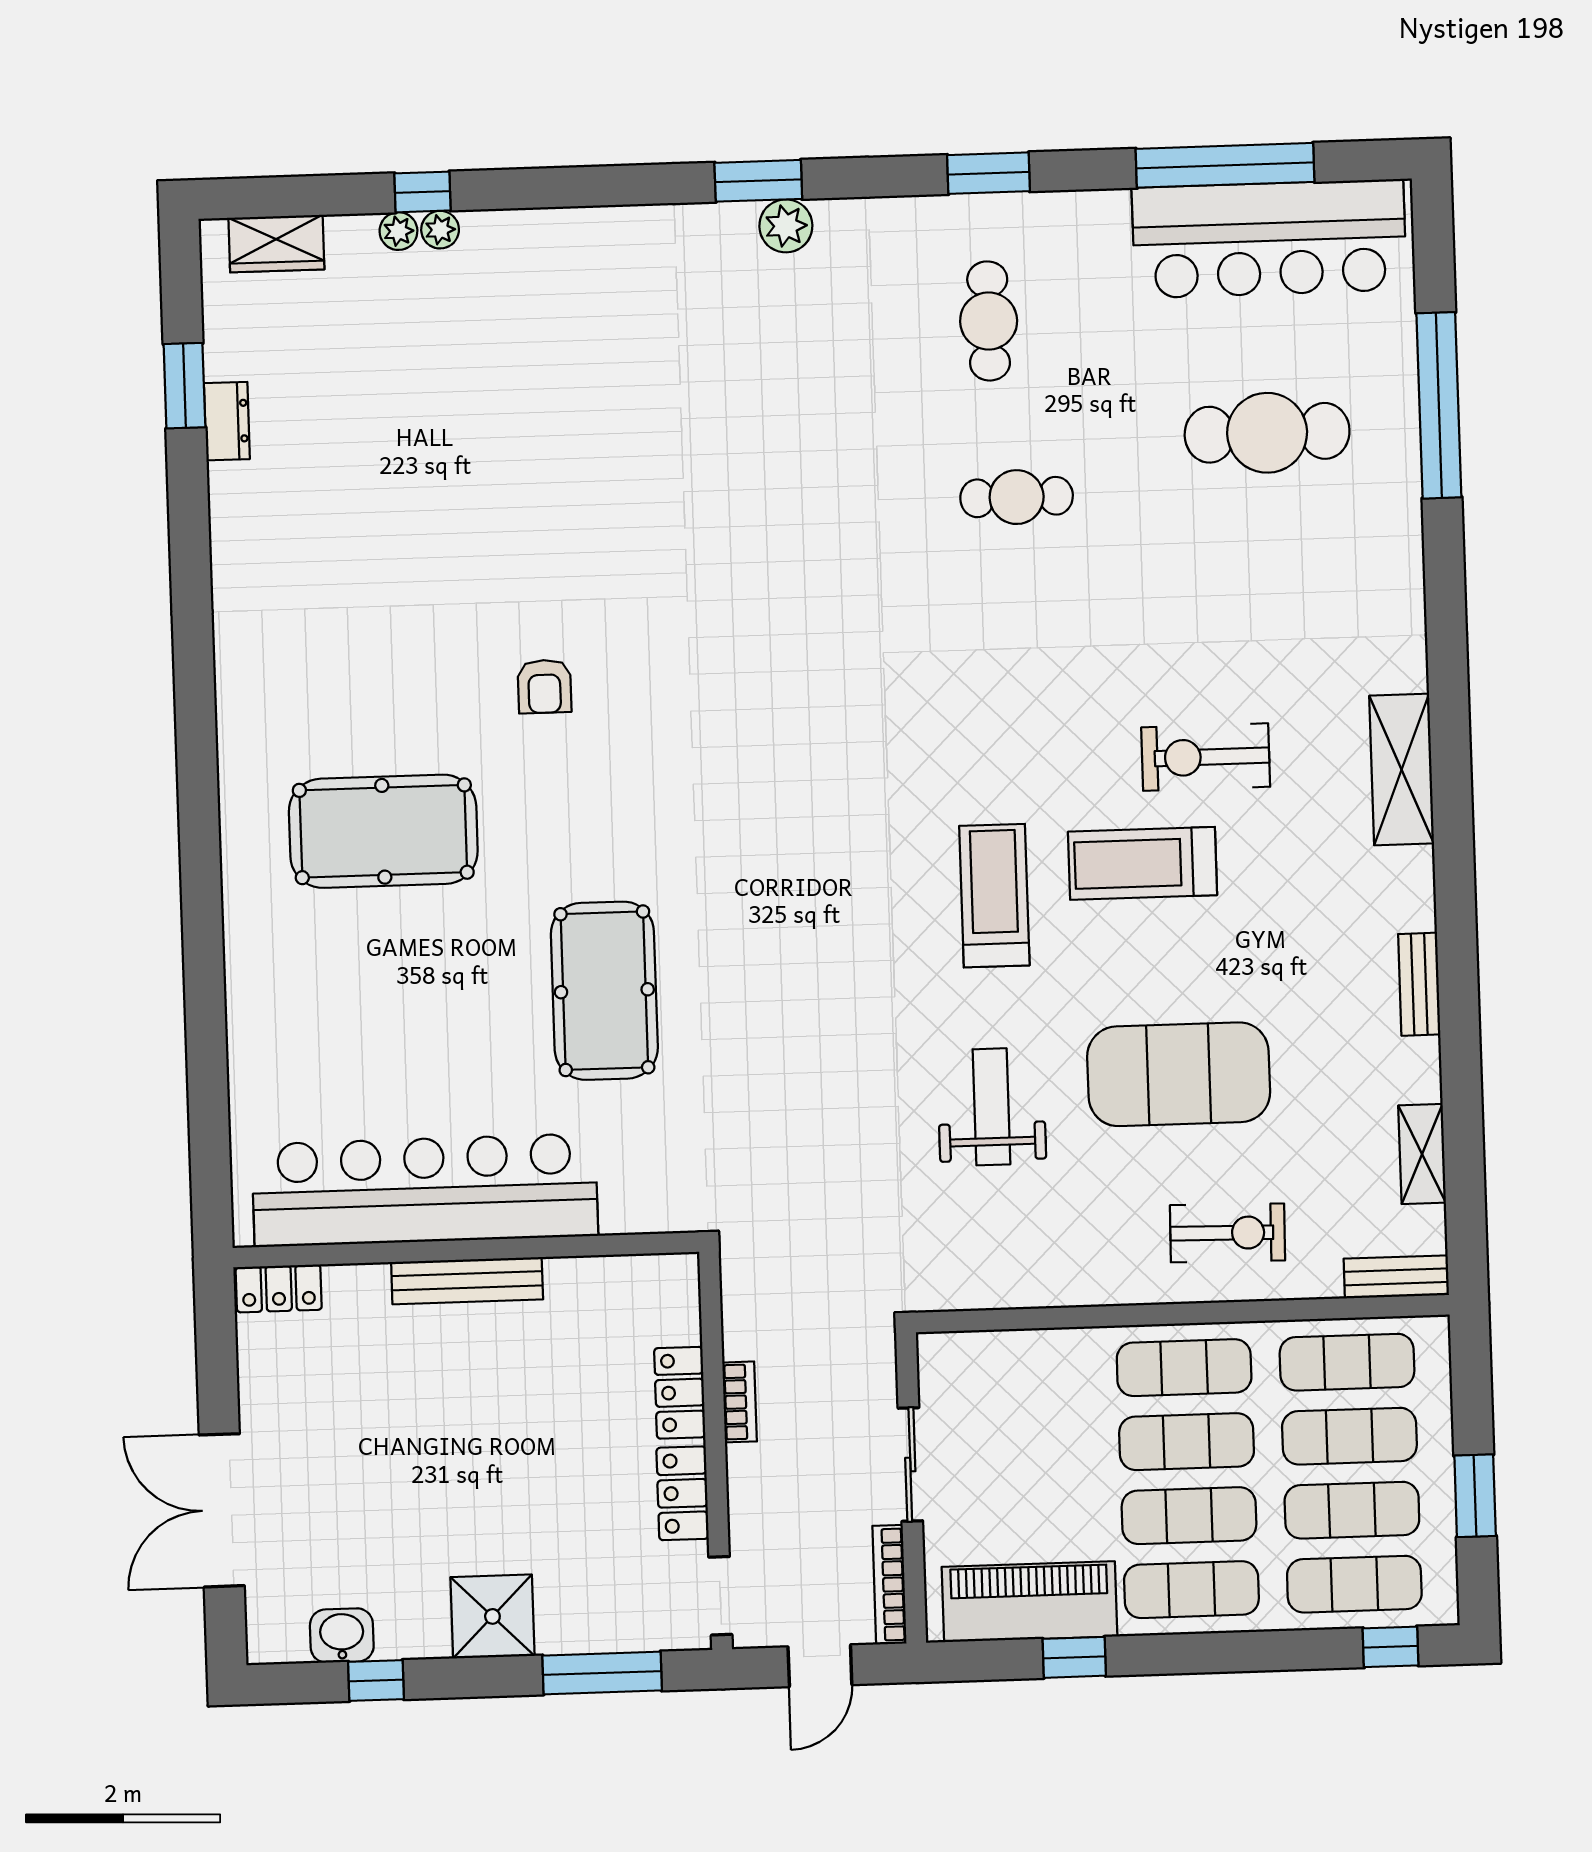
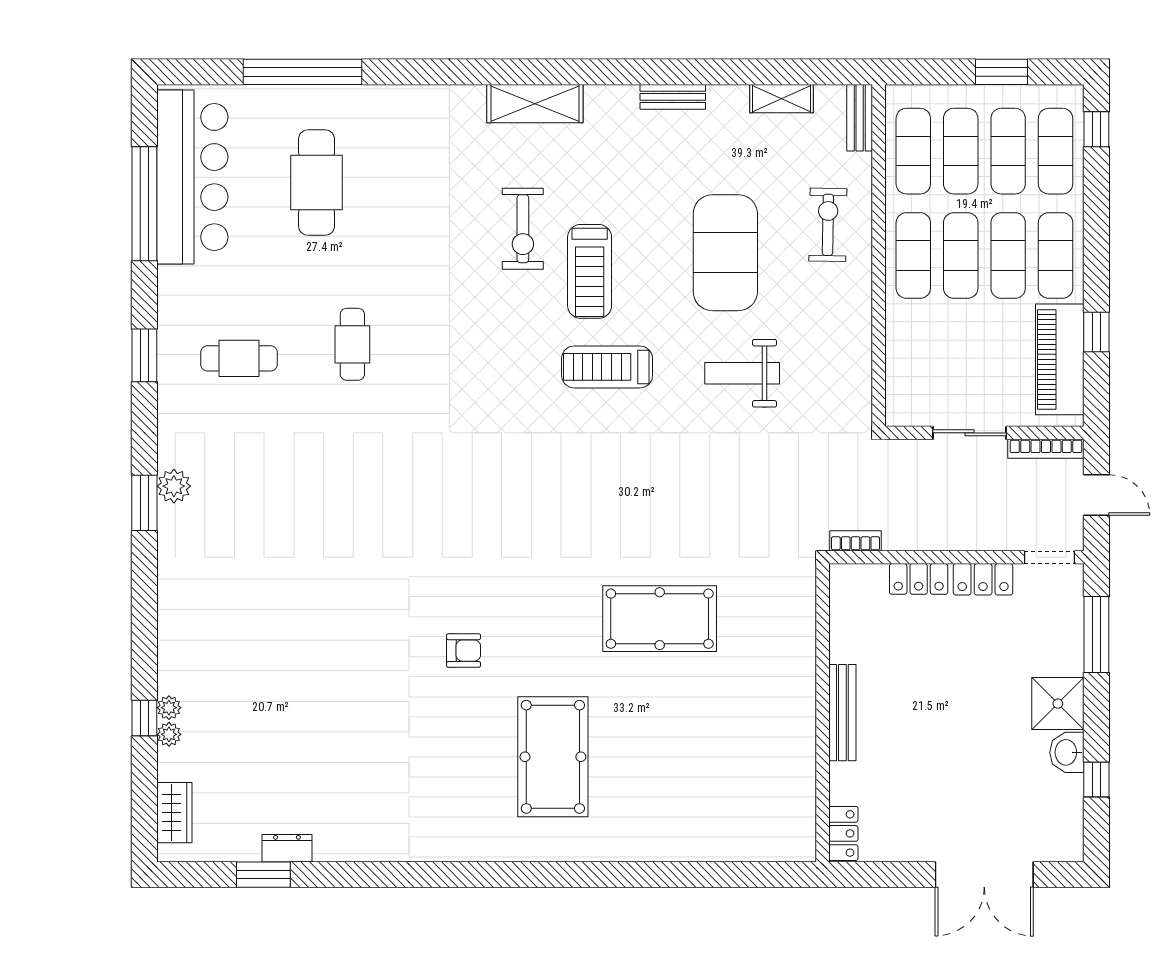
bar counter: (425, 1190) -> (783, 738), removed
bookcase: (740, 1402) -> (856, 541), moved
washbasin: (342, 1635) -> (1067, 752), moved

